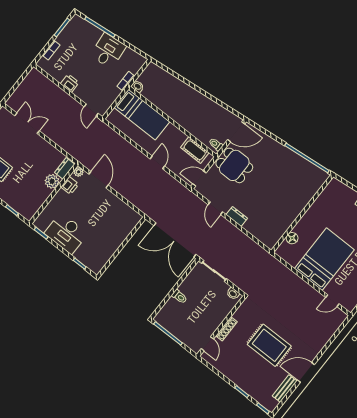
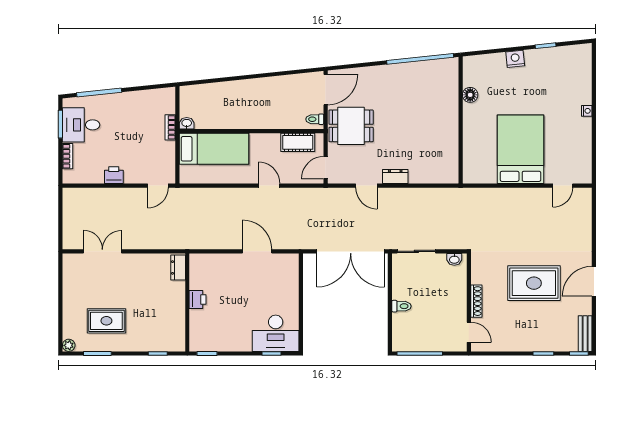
desk: (108, 51) -> (81, 125), moved, turned -84
door: (91, 110) -> (158, 186), hinge flipped
plant: (79, 172) -> (195, 260), removed
door: (99, 180) -> (257, 251), moved
plant: (52, 181) -> (176, 291), removed
printer: (70, 186) -> (198, 300), moved
desk: (66, 233) -> (276, 333), moved
floor lamp: (292, 238) -> (470, 95), moved
bench: (285, 389) -> (585, 334), moved

